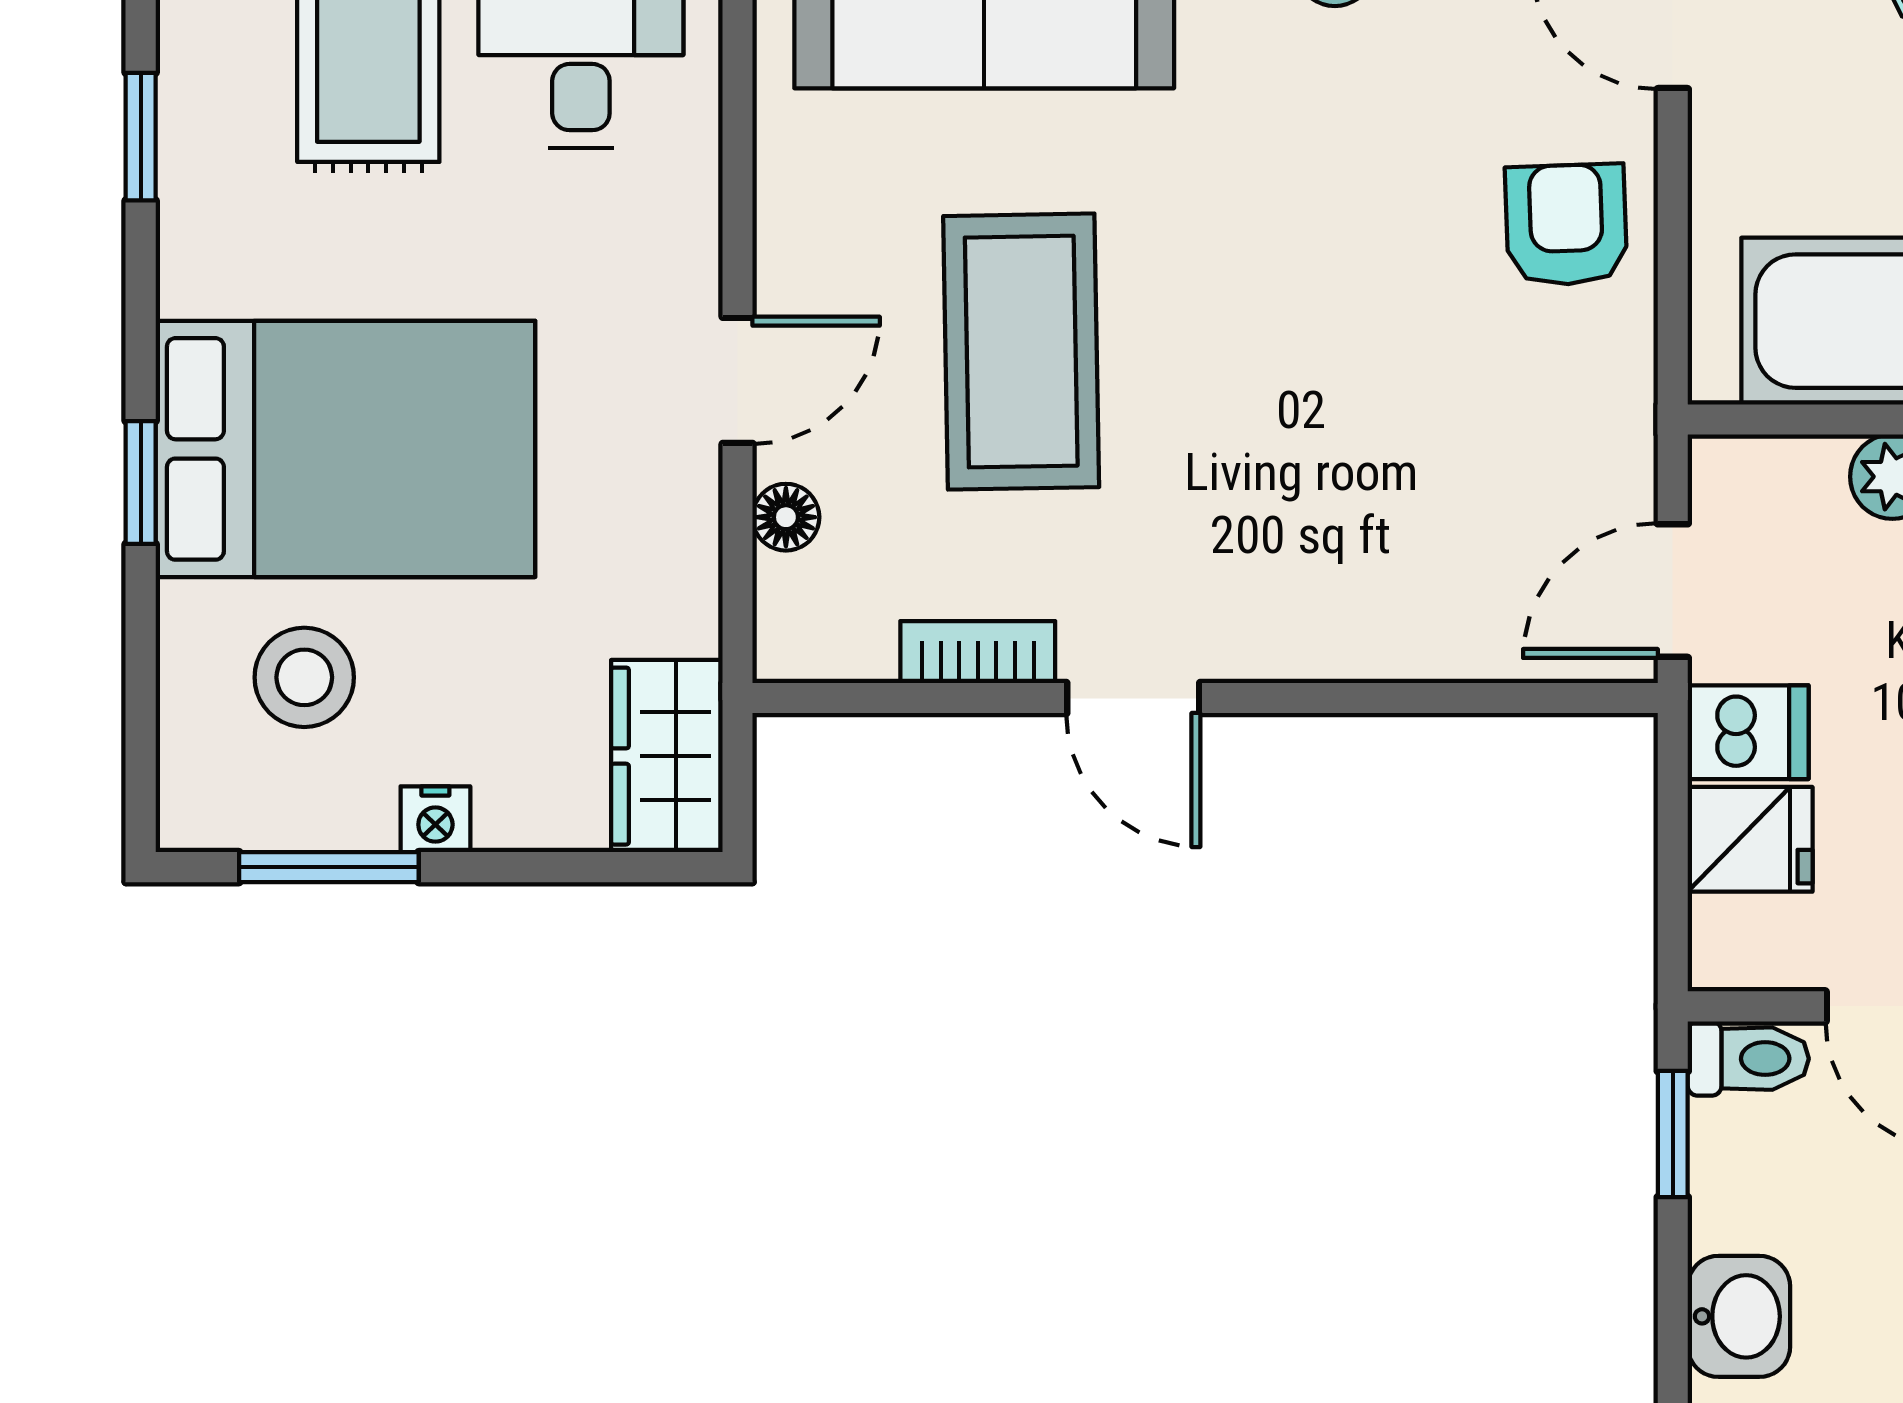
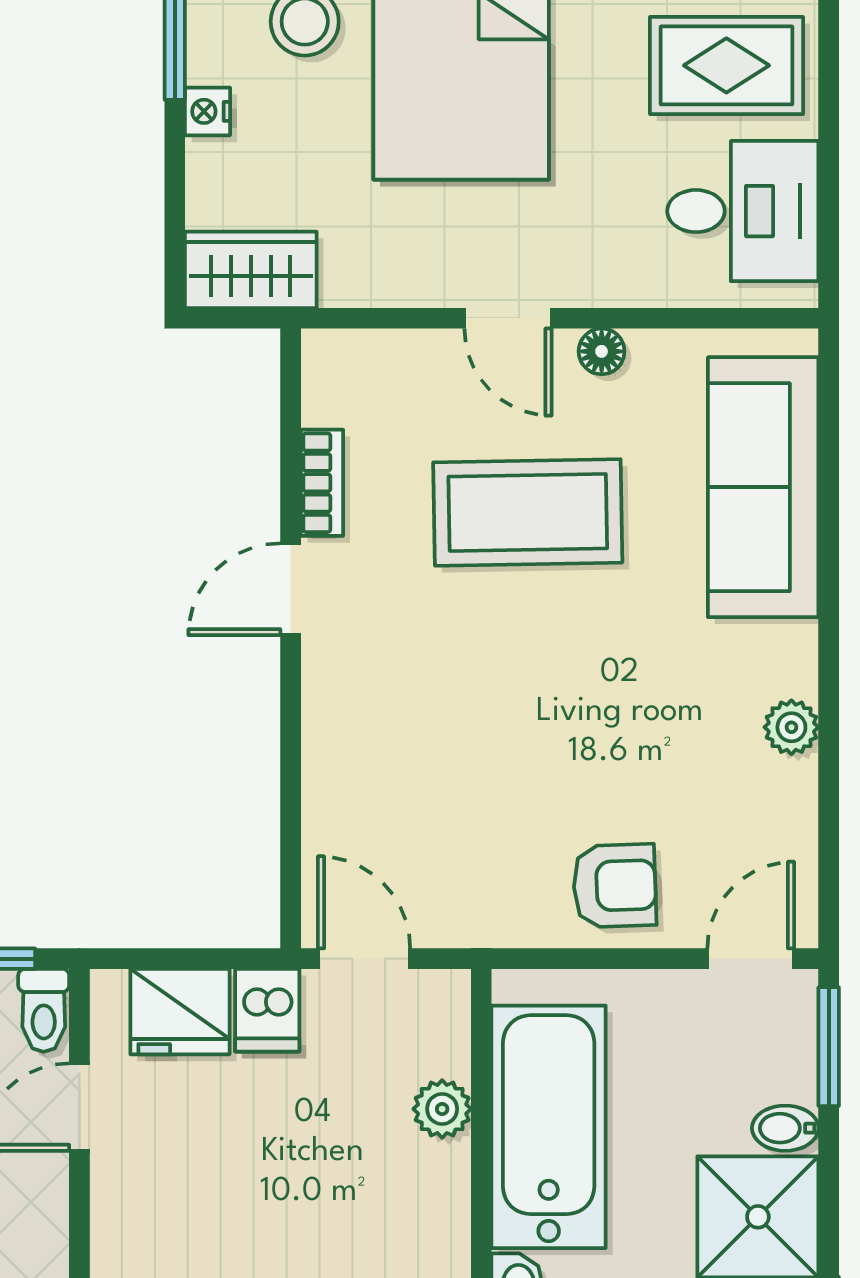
floor lamp: (786, 517) -> (602, 351), moved
fridge: (1750, 839) -> (180, 1012), width x1.38

